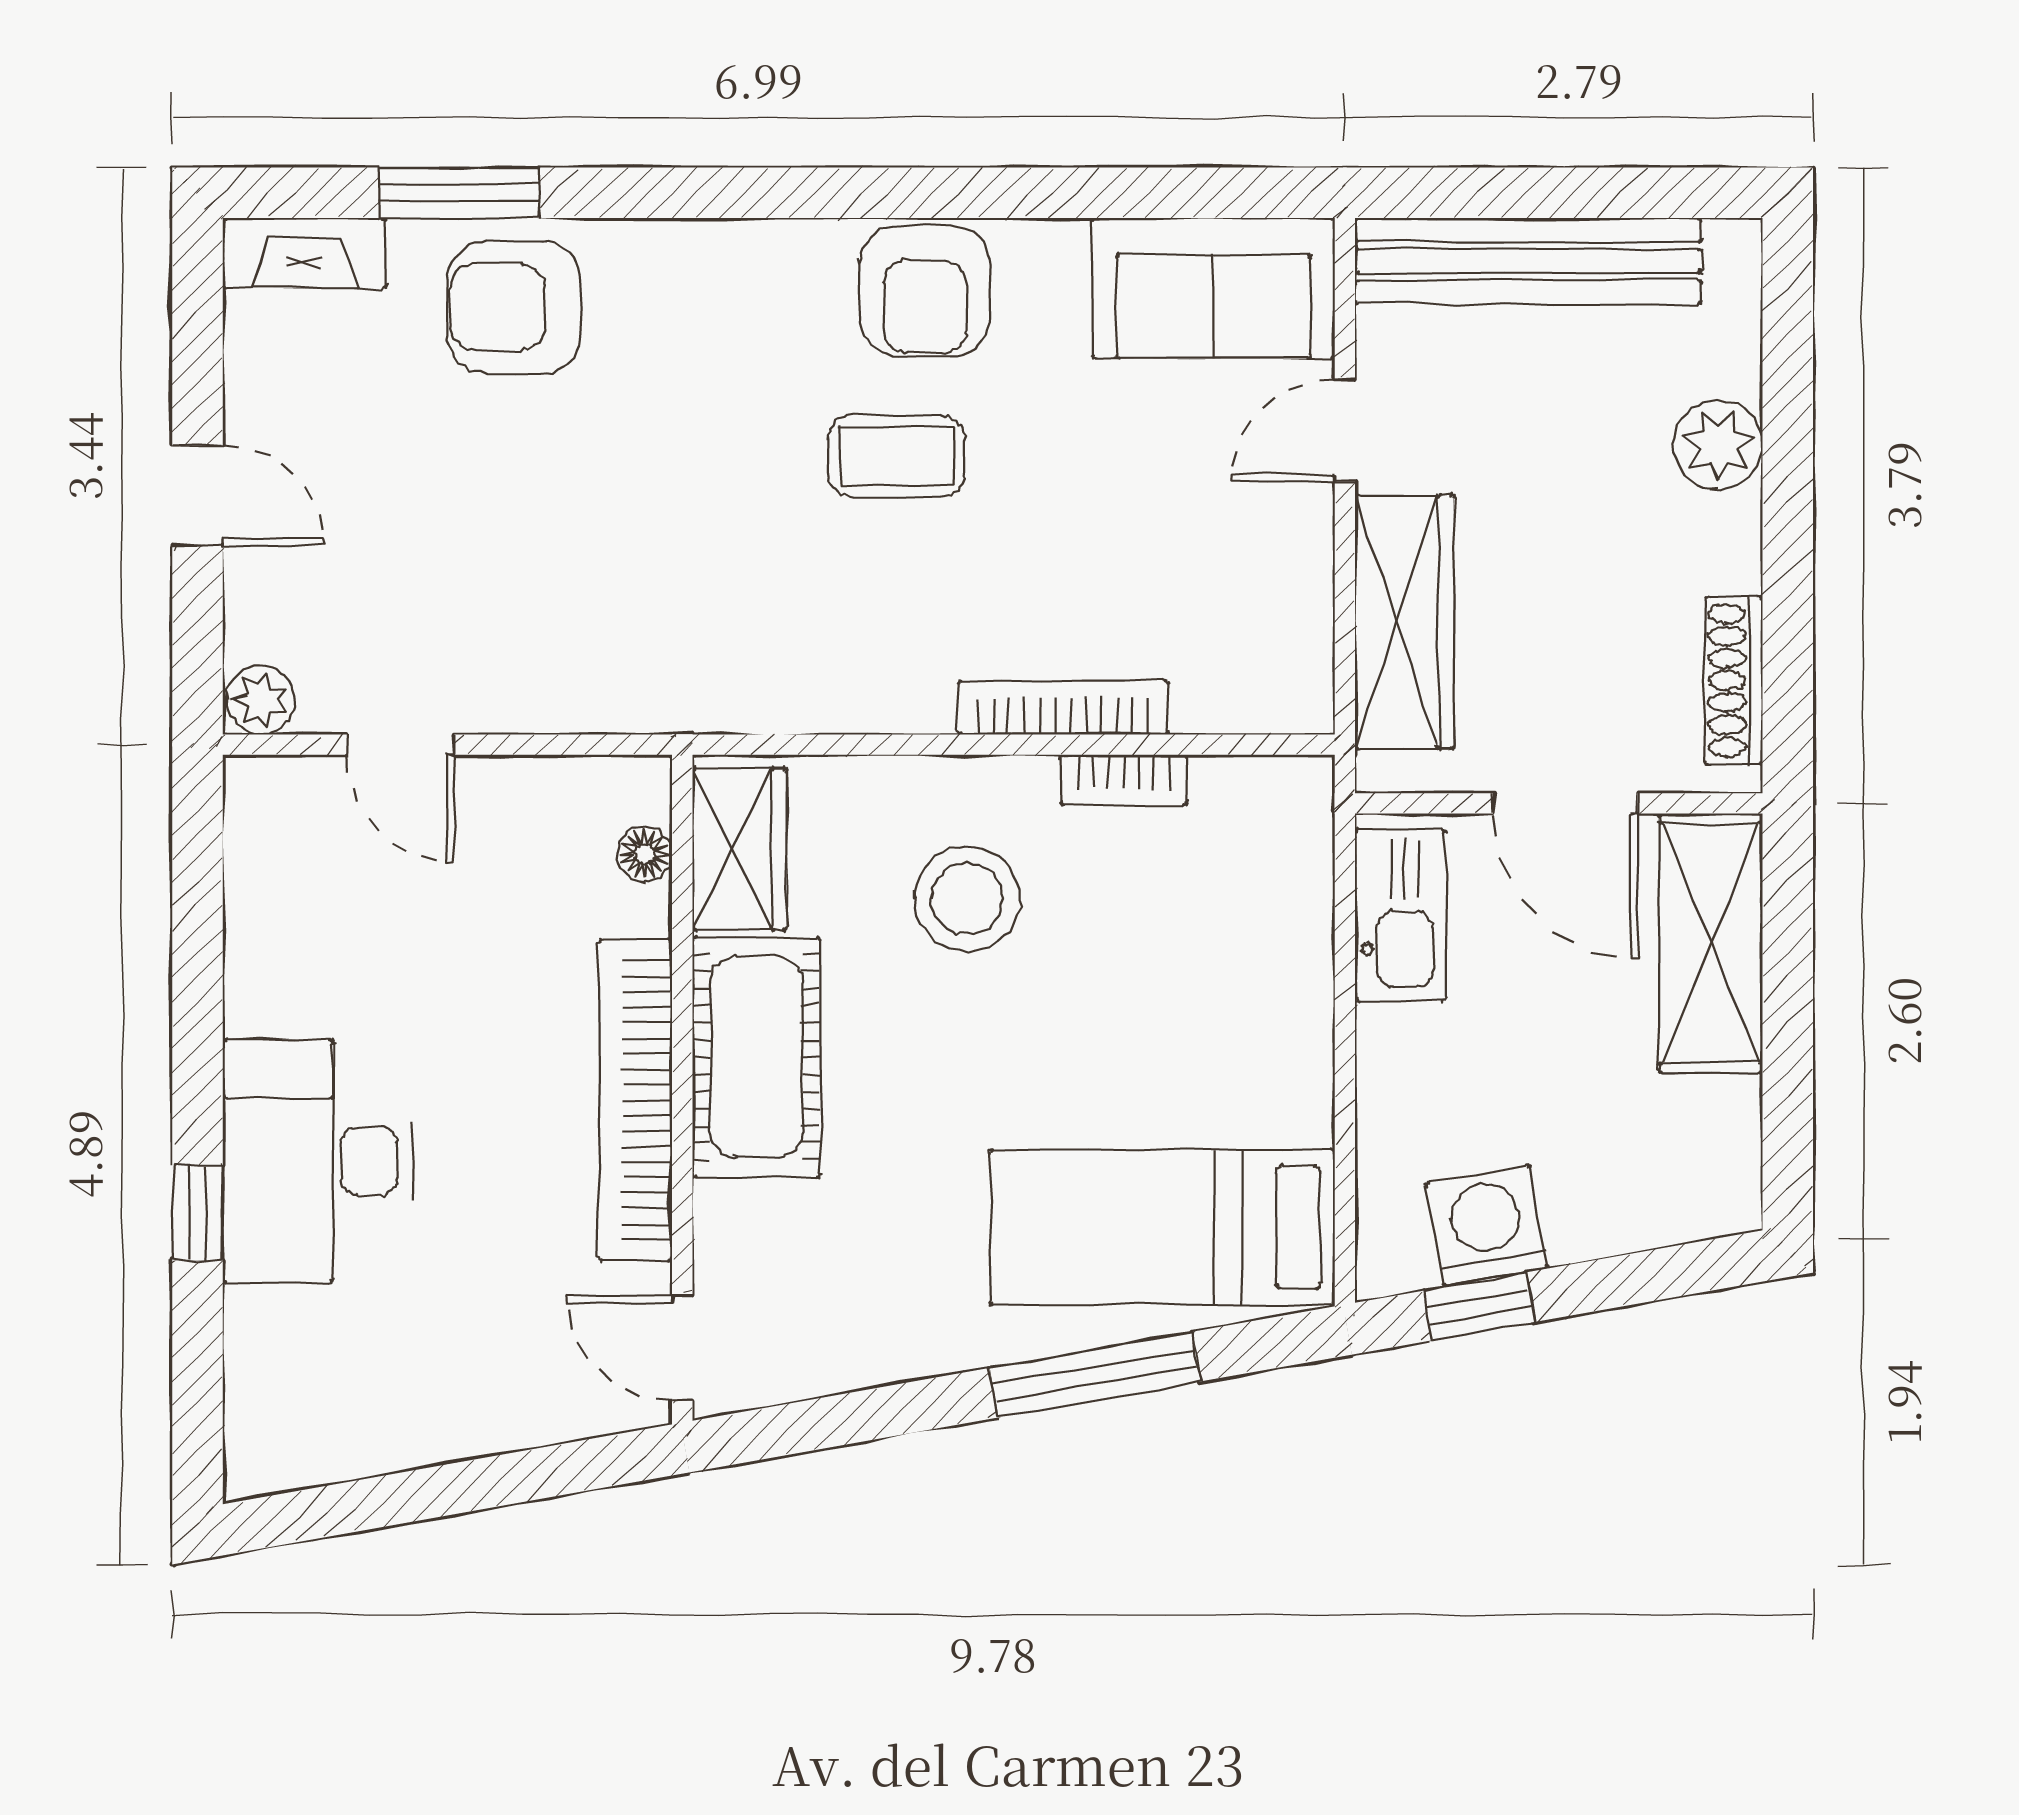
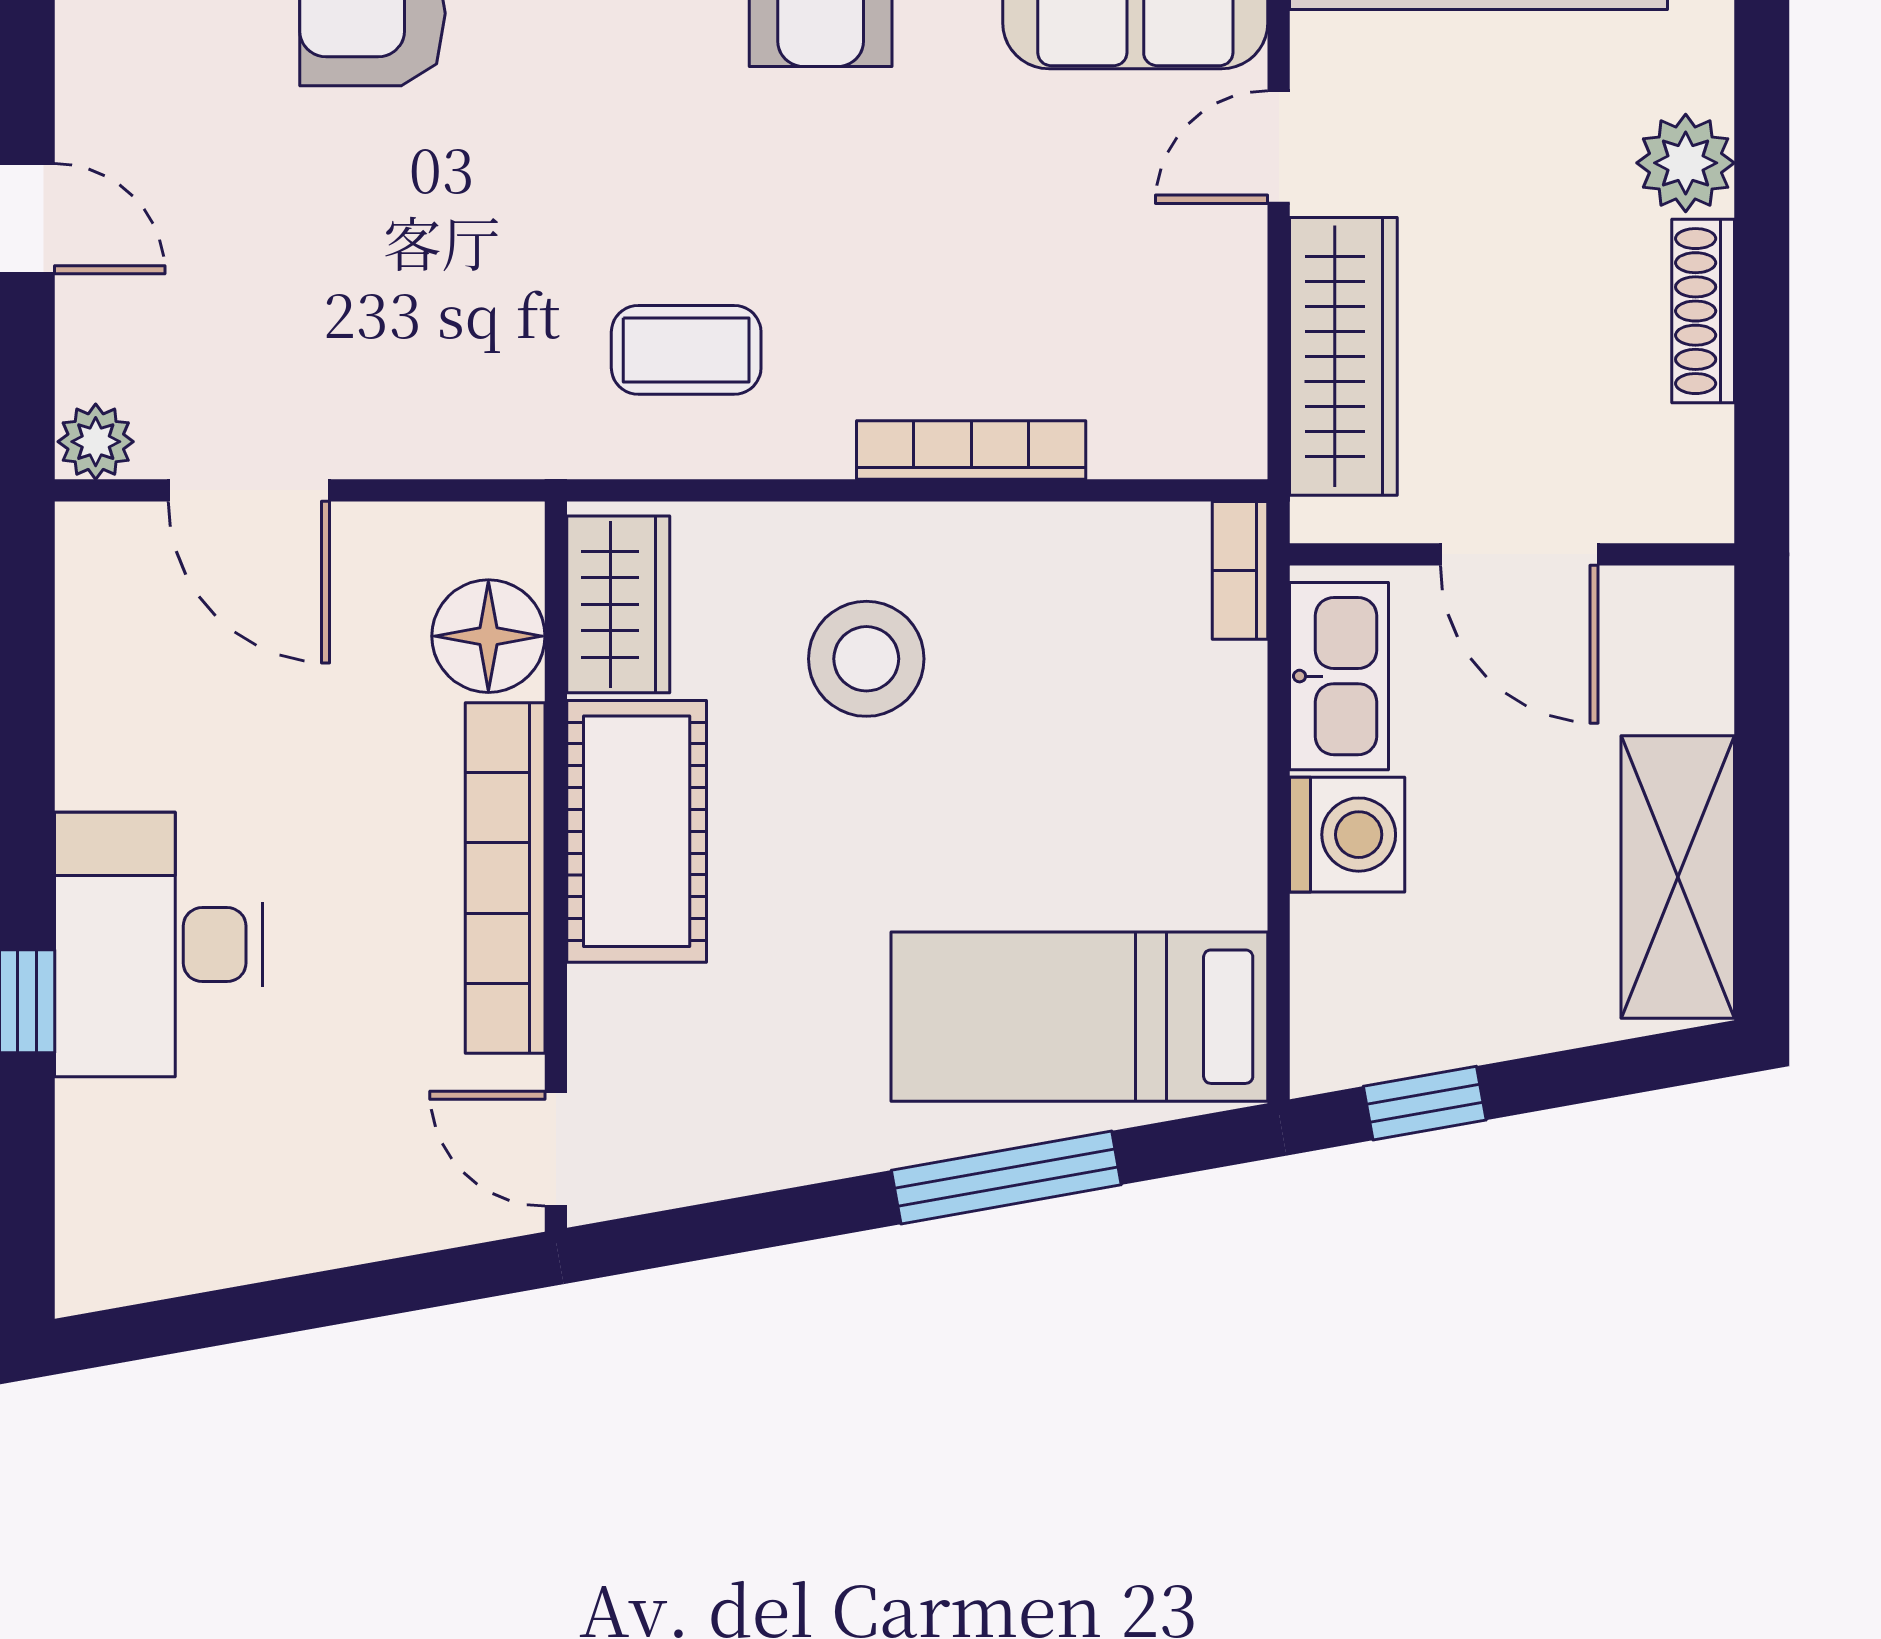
coffee table: (896, 456) -> (686, 350), moved
shoe rack: (1734, 680) -> (1703, 311), moved
door: (401, 745) -> (249, 490), width x1.37
bookcase: (1124, 780) -> (1240, 570), moved, turned 90
floor lamp: (645, 854) -> (488, 636), width x1.89, depth x1.89
shelving: (1711, 943) -> (1678, 877), moved
washing machine: (1487, 1226) -> (1347, 835), moved, turned 100

